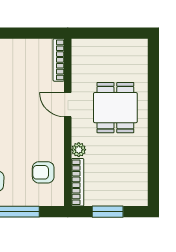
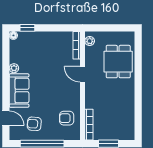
dining table: (115, 108) -> (118, 62), moved
plant: (79, 150) -> (90, 41), moved

